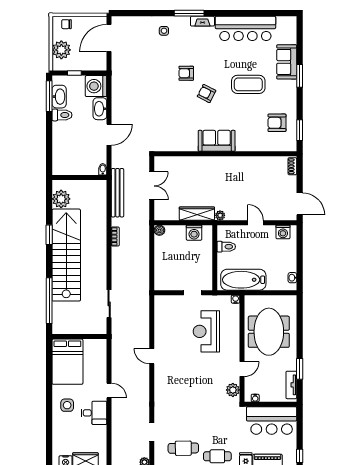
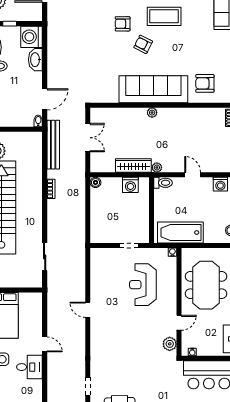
coffee table: (248, 84) -> (164, 16), moved
armchair: (277, 123) -> (205, 83), moved
door: (109, 135) -> (45, 99), moved
sofa: (217, 141) -> (153, 89), width x1.85, depth x1.27
plant: (215, 161) -> (152, 113), added
toilet: (226, 247) -> (163, 183), moved

